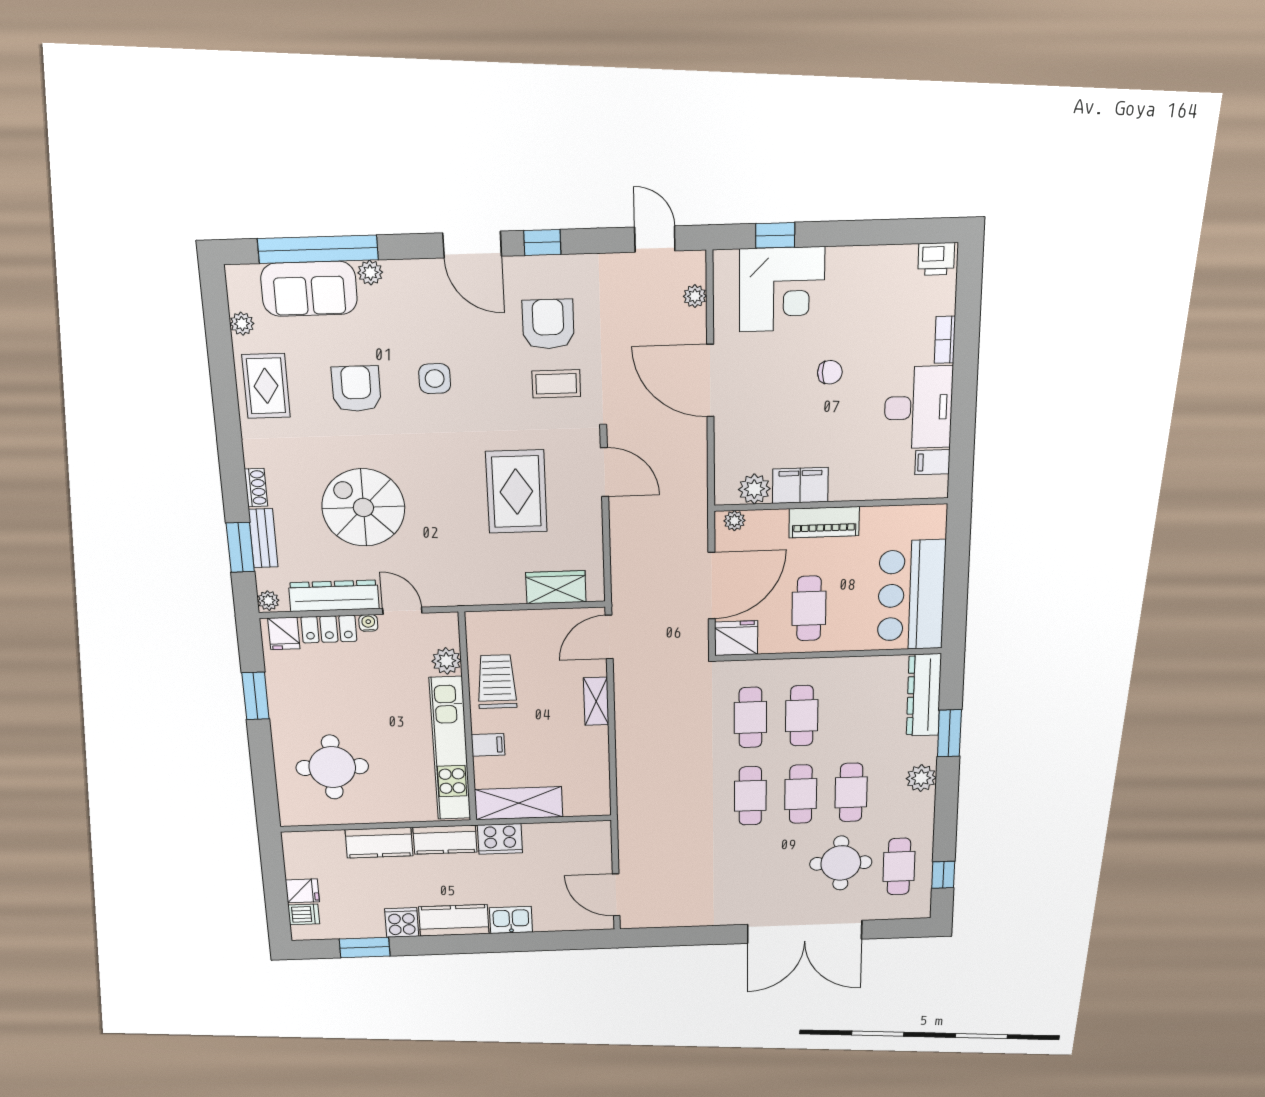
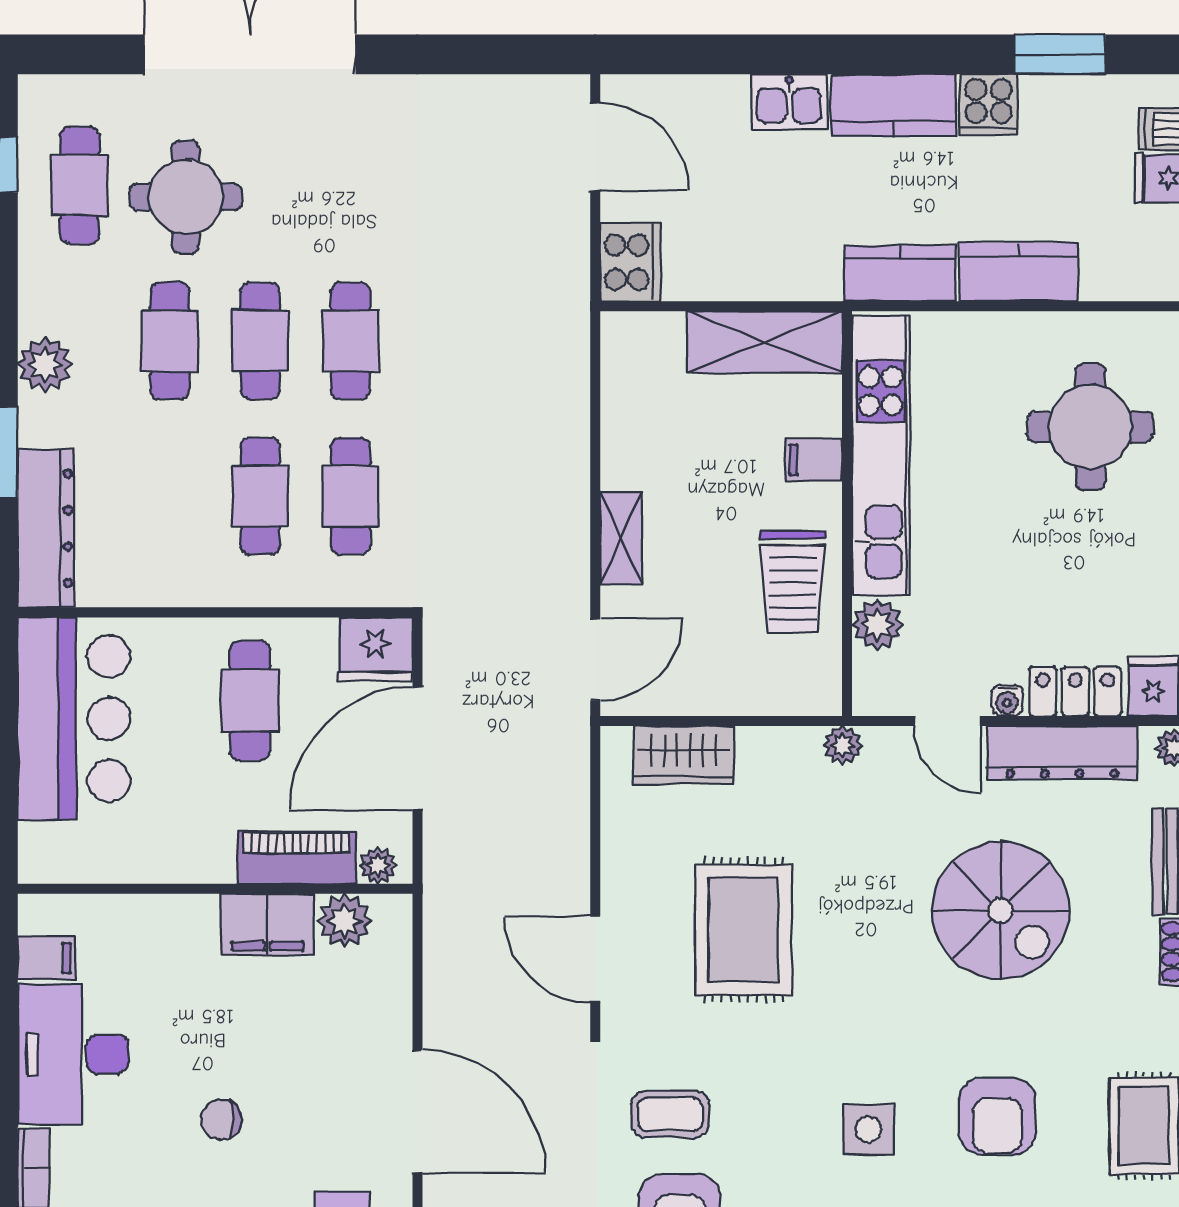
piano: (824, 522) -> (297, 857), moved
plant: (463, 596) -> (843, 745), added
cooker: (500, 839) -> (630, 262), moved, turned 90

